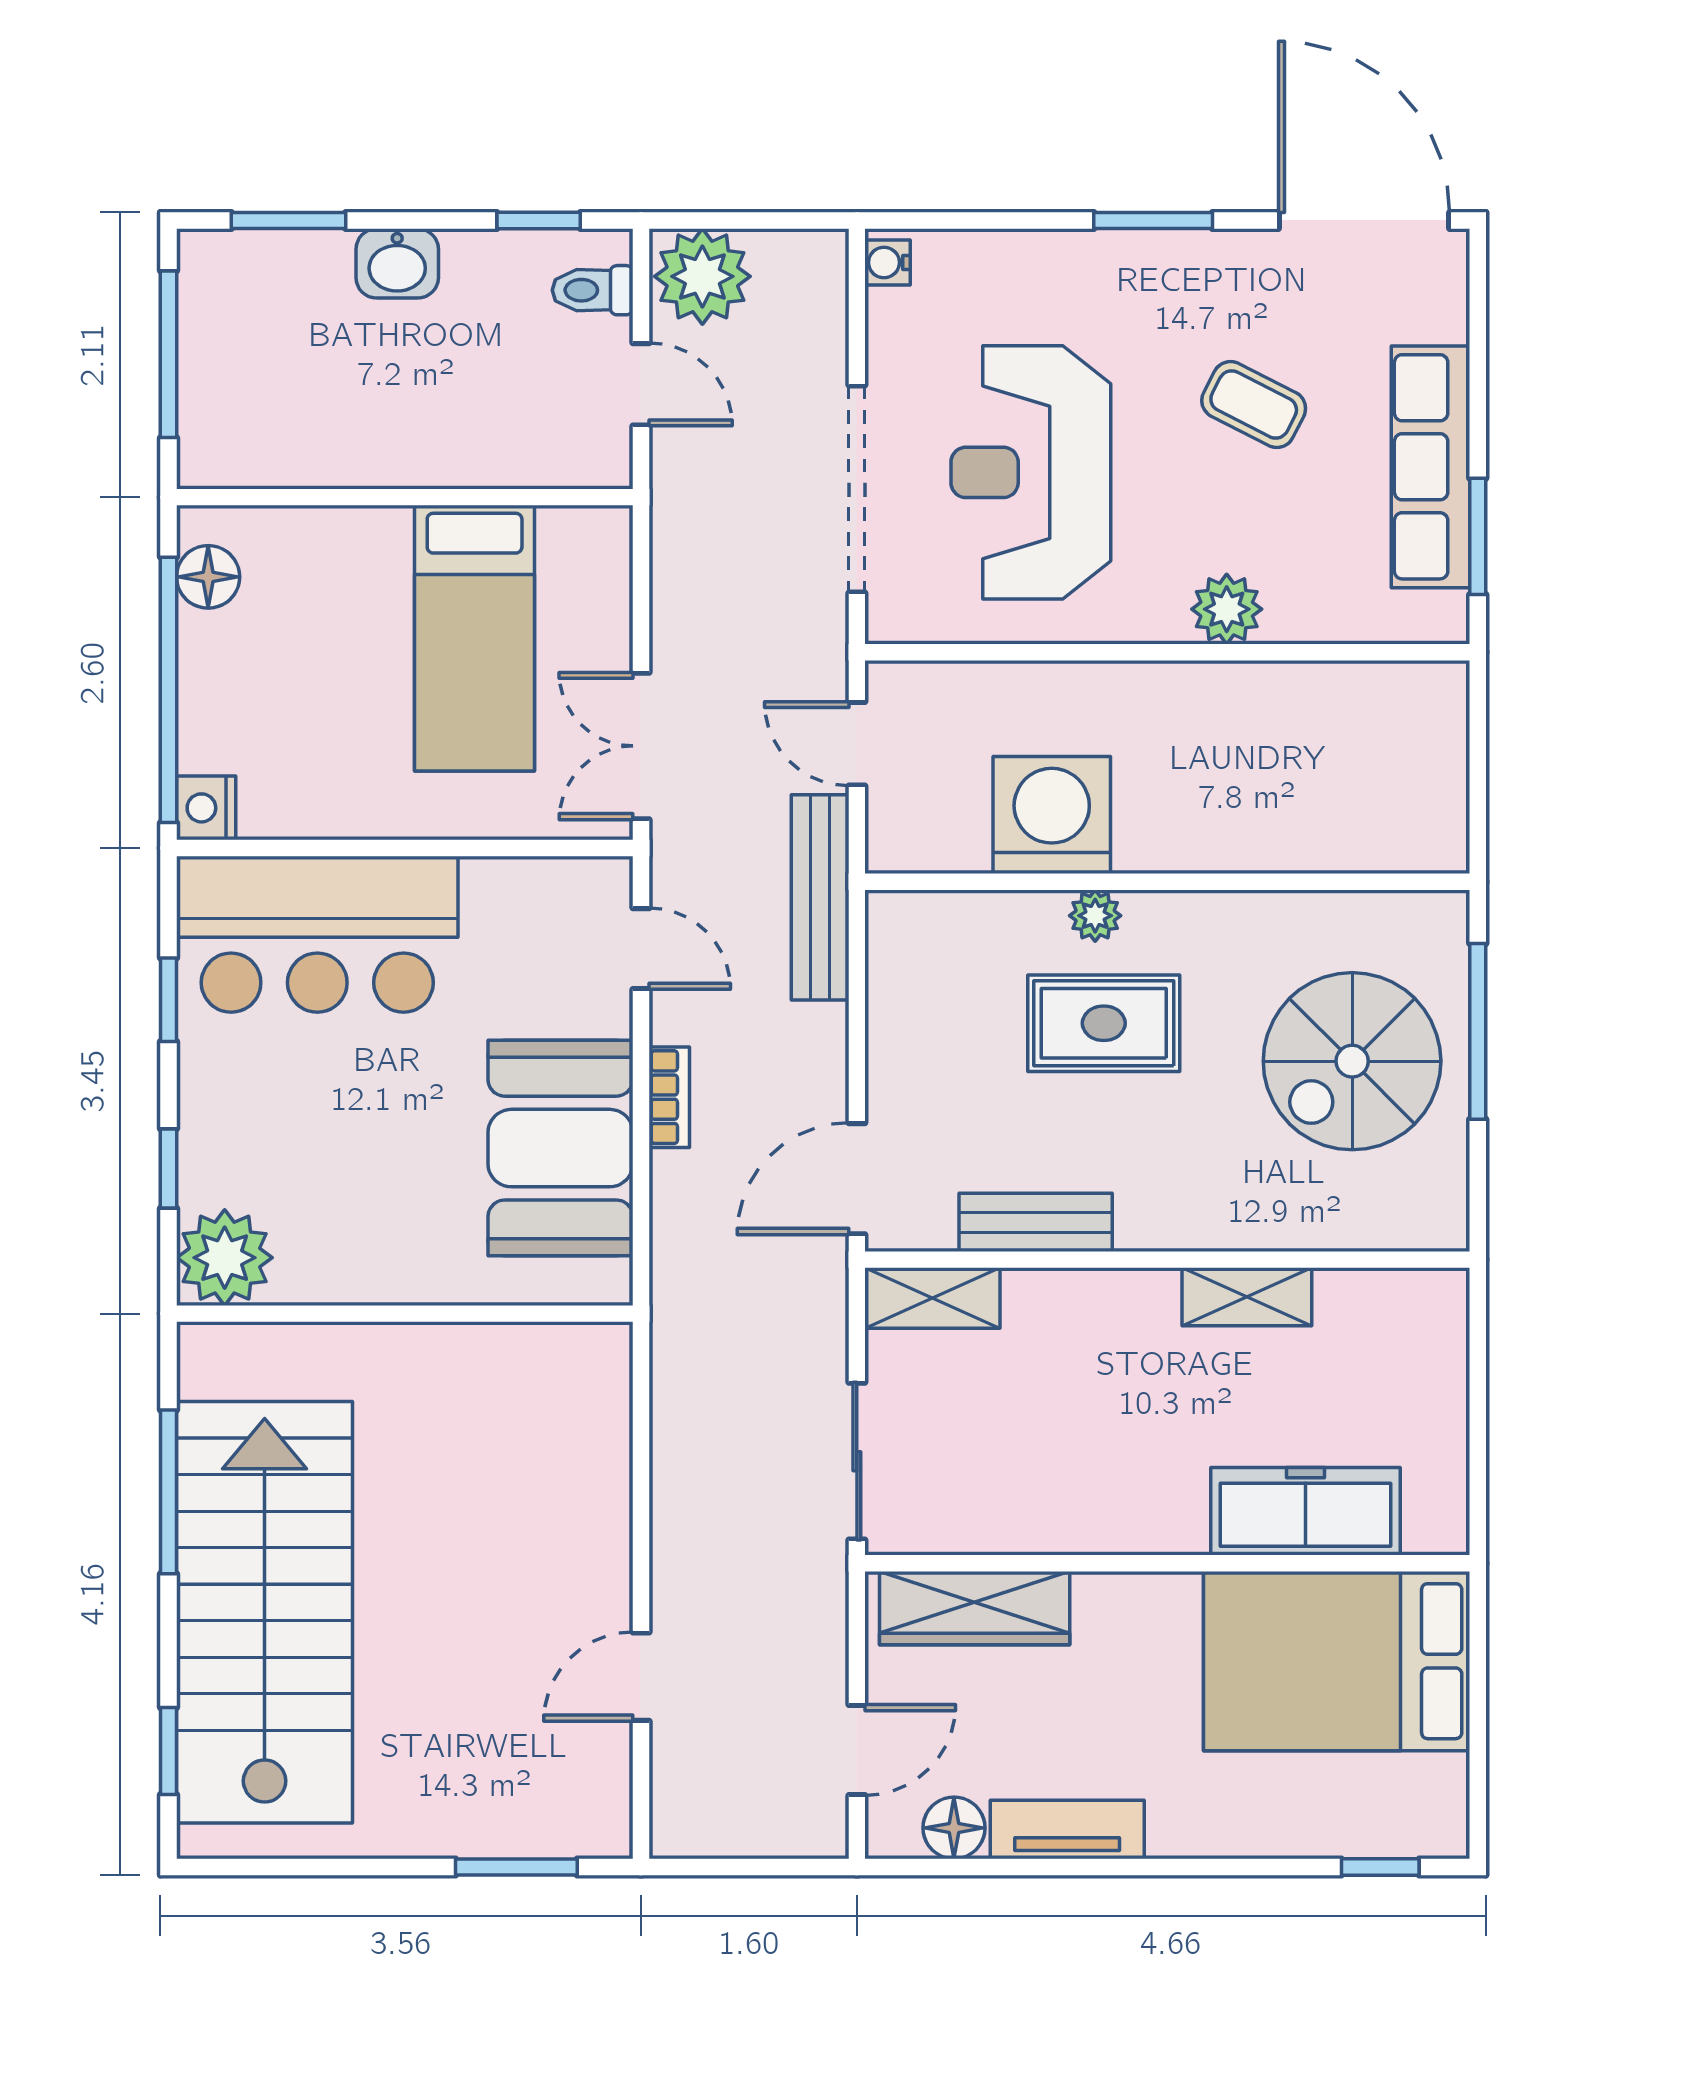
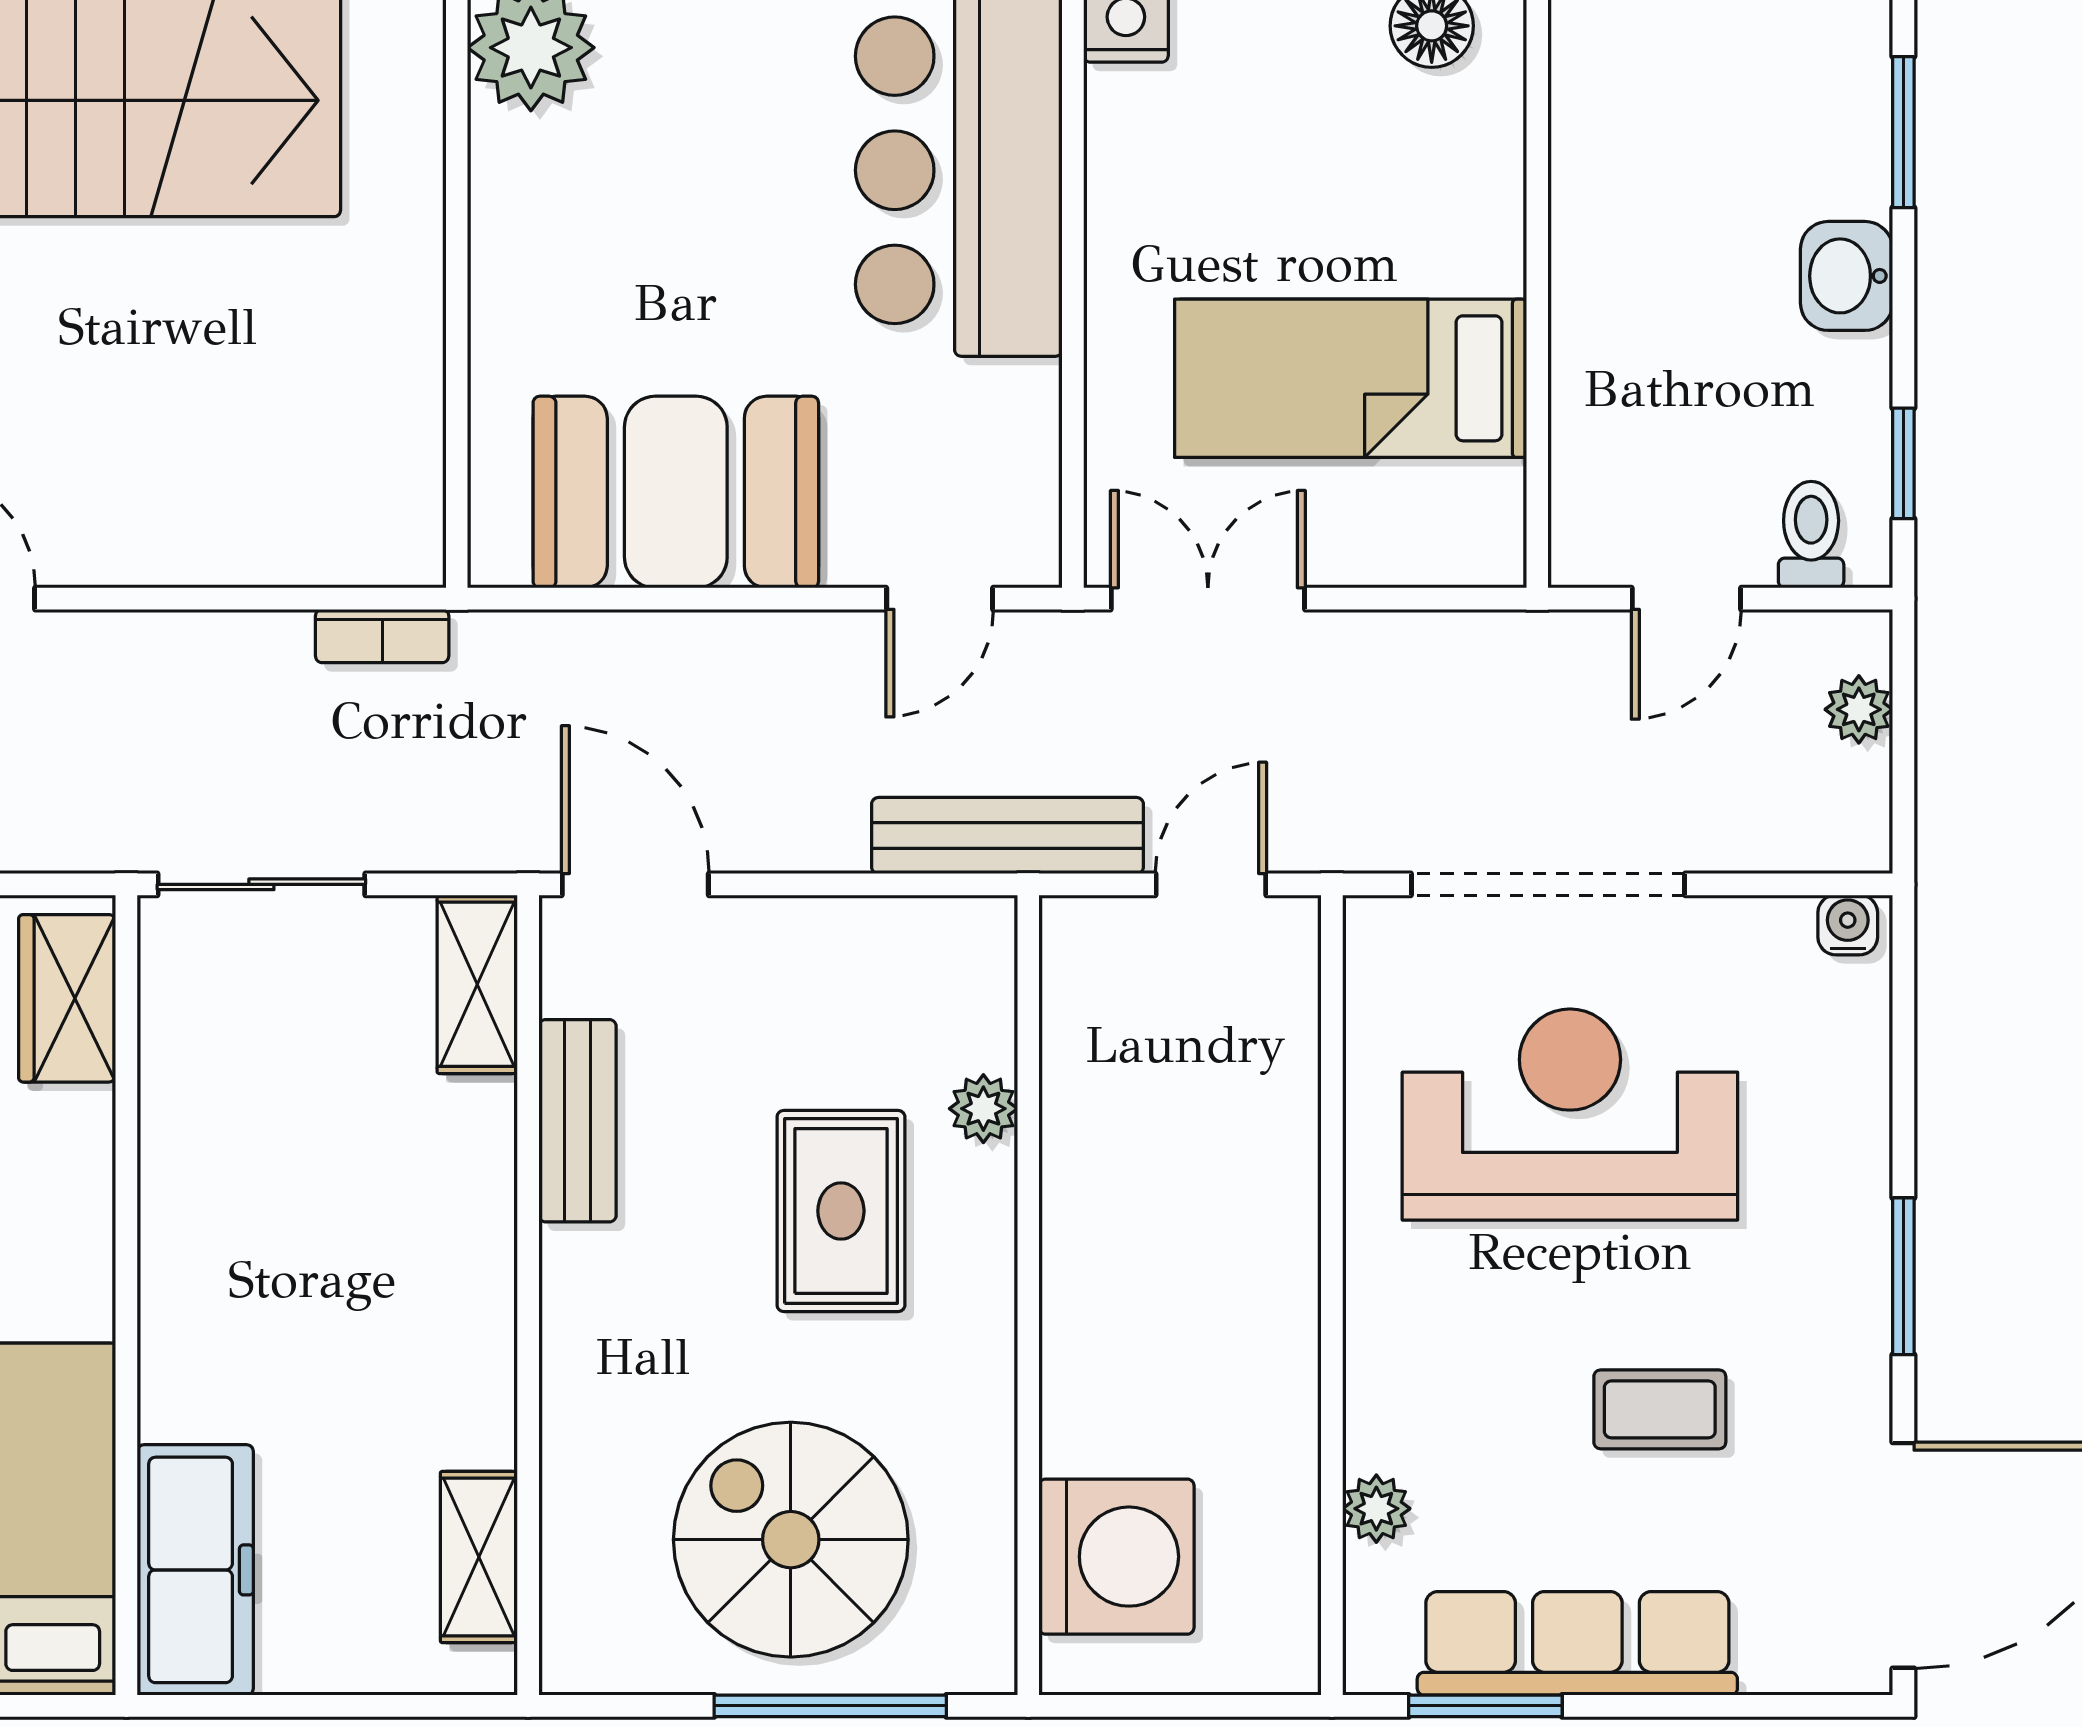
plant: (702, 276) -> (1859, 709), width x0.53, depth x0.53
coffee table: (1254, 404) -> (1660, 1409), turned 63
plant: (1227, 609) -> (1376, 1509), moved, width x0.73, depth x0.73
washing machine: (1052, 815) -> (1116, 1557), moved
plant: (1095, 916) -> (983, 1109), moved
bookcase: (669, 1097) -> (382, 636), moved
shelving: (1247, 1297) -> (479, 1557), moved
freezer: (1305, 1511) -> (195, 1570), moved
wardrobe: (975, 1608) -> (67, 998), width x0.67

